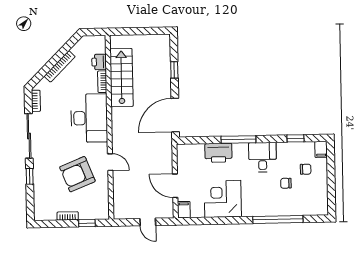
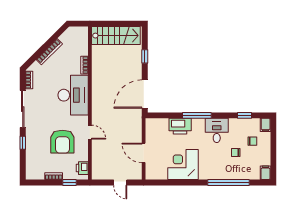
printer: (99, 62) -> (82, 168), moved
stairs: (122, 78) -> (116, 36), moved, turned 90
armchair: (77, 174) -> (62, 142), turned -68
filing cabinet: (184, 210) -> (265, 173), moved

